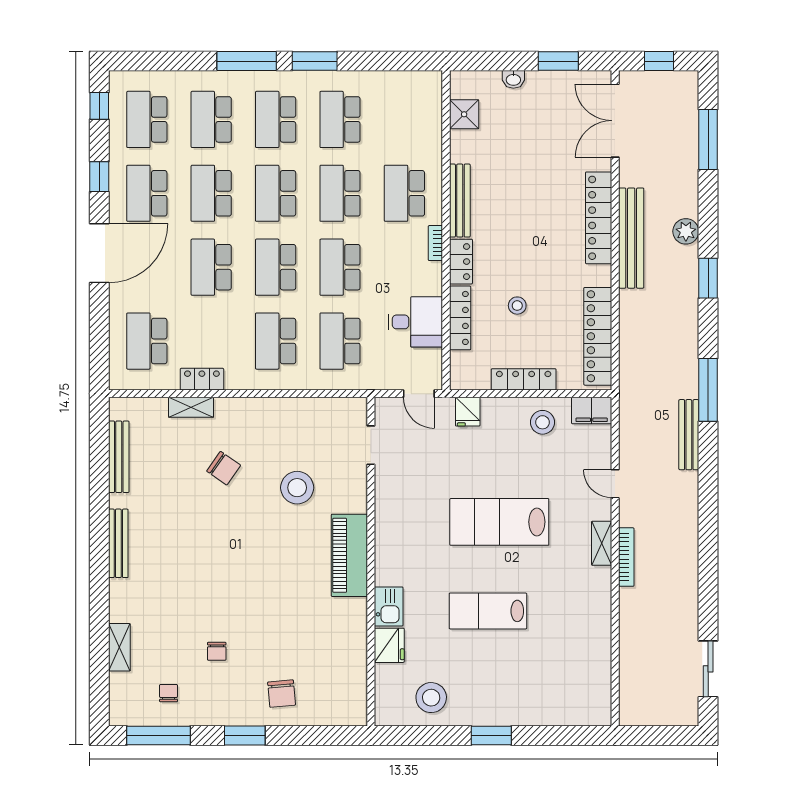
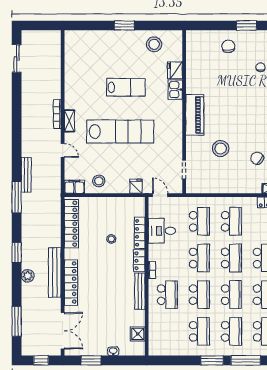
locker: (524, 379) -> (108, 202), removed
lab bench: (499, 522) -> (120, 132), width x1.36

